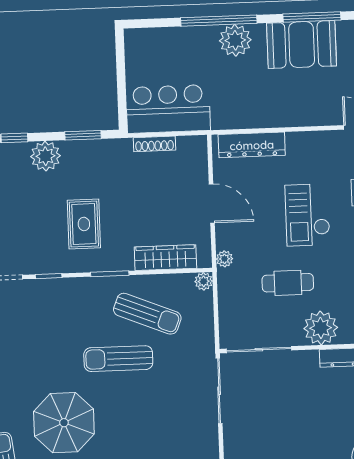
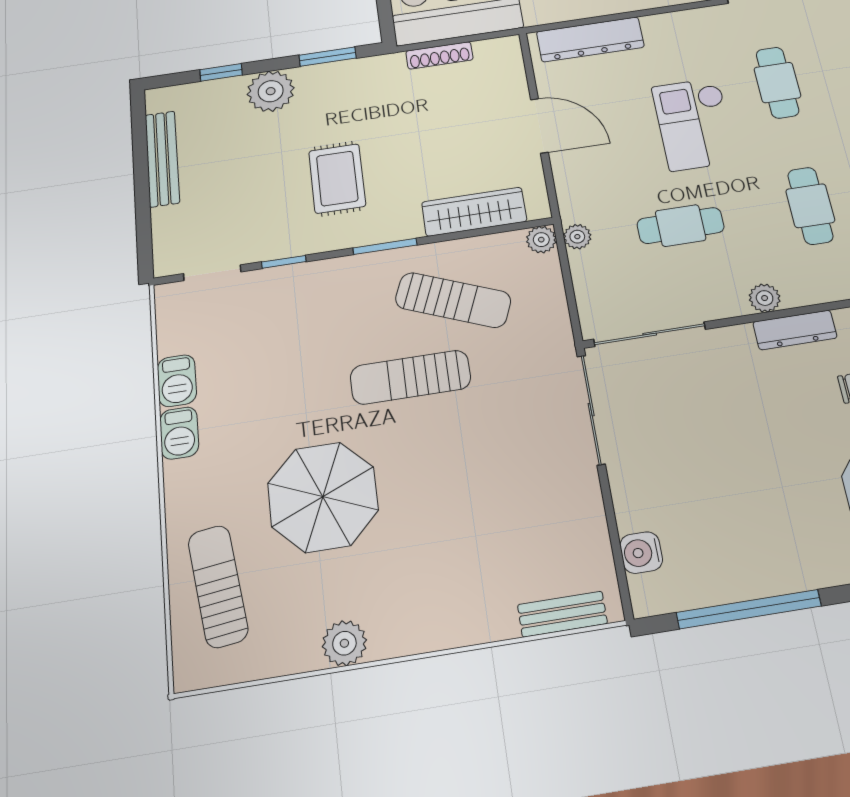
plant: (224, 259) -> (577, 237), moved
plant: (321, 328) -> (765, 298), width x0.53, depth x0.53

